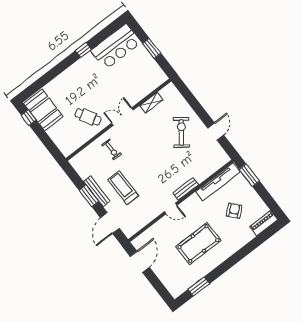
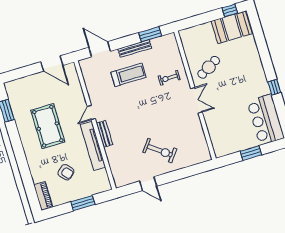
shelving: (151, 103) -> (199, 133), removed
window: (249, 175) -> (83, 203), moved
tv unit: (218, 182) -> (93, 146), moved
window: (89, 196) -> (150, 34), moved

